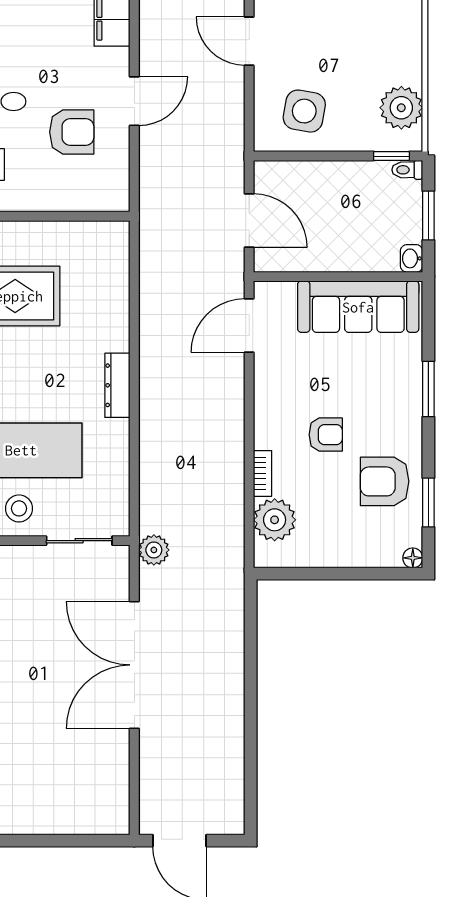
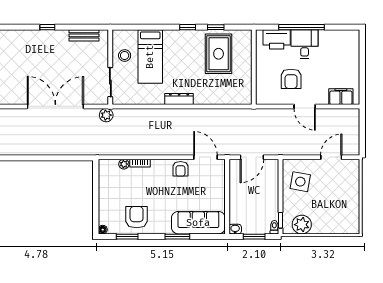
sofa: (358, 307) -> (198, 223), moved, turned 90
armchair: (326, 435) -> (180, 169), moved
plant: (275, 520) -> (124, 164), width x0.53, depth x0.53

